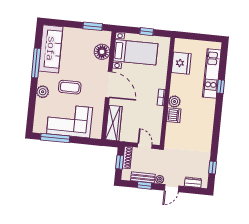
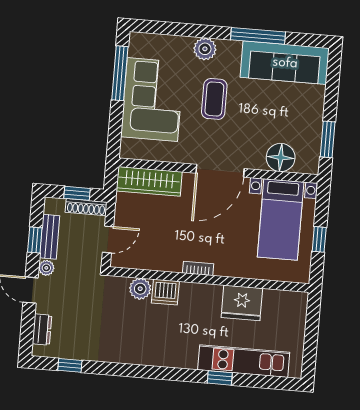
fridge: (181, 63) -> (242, 303), moved
plant: (174, 102) -> (140, 289), moved

